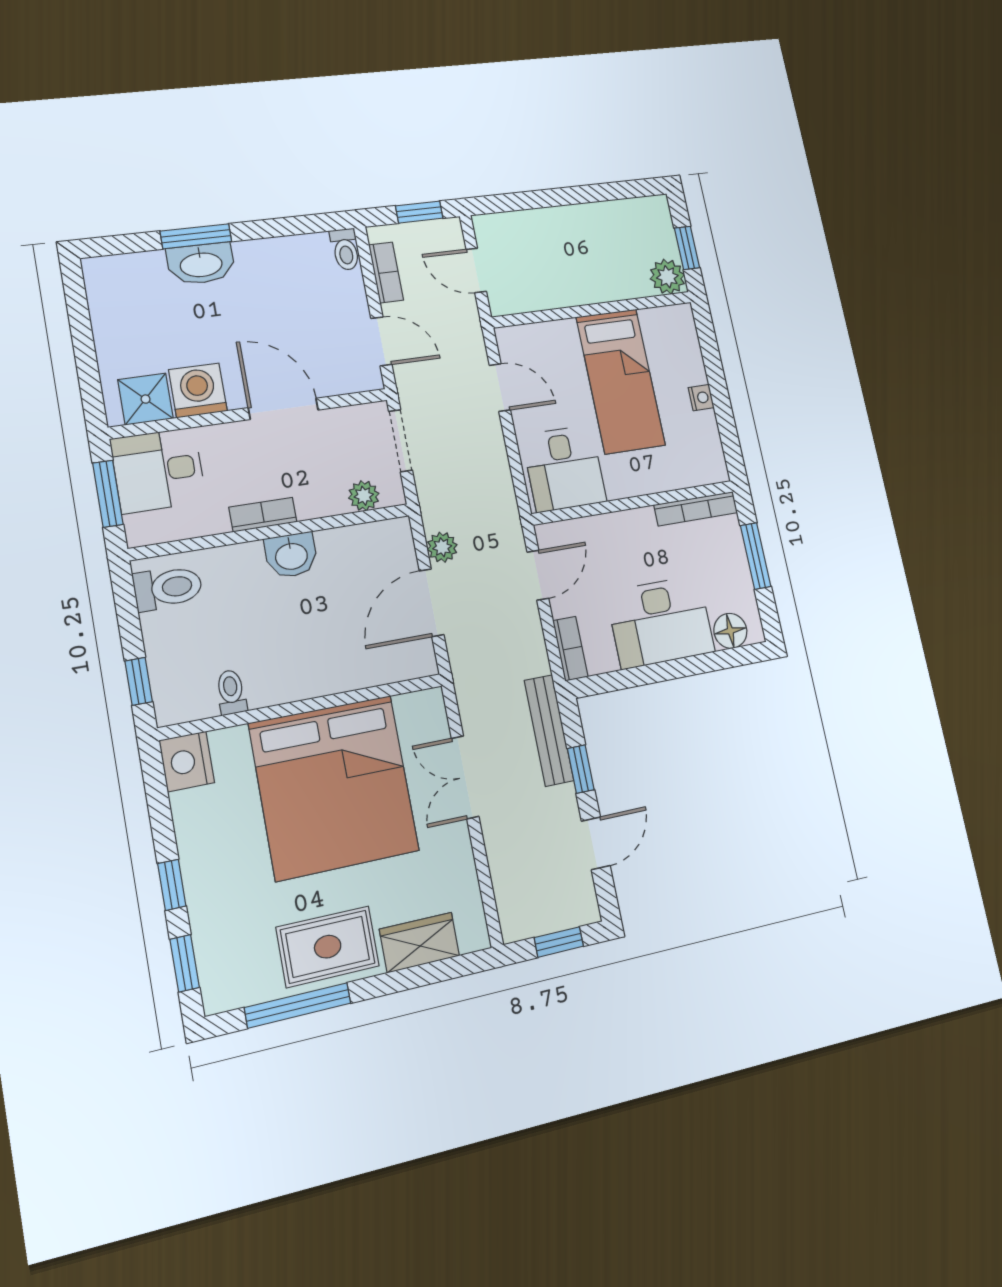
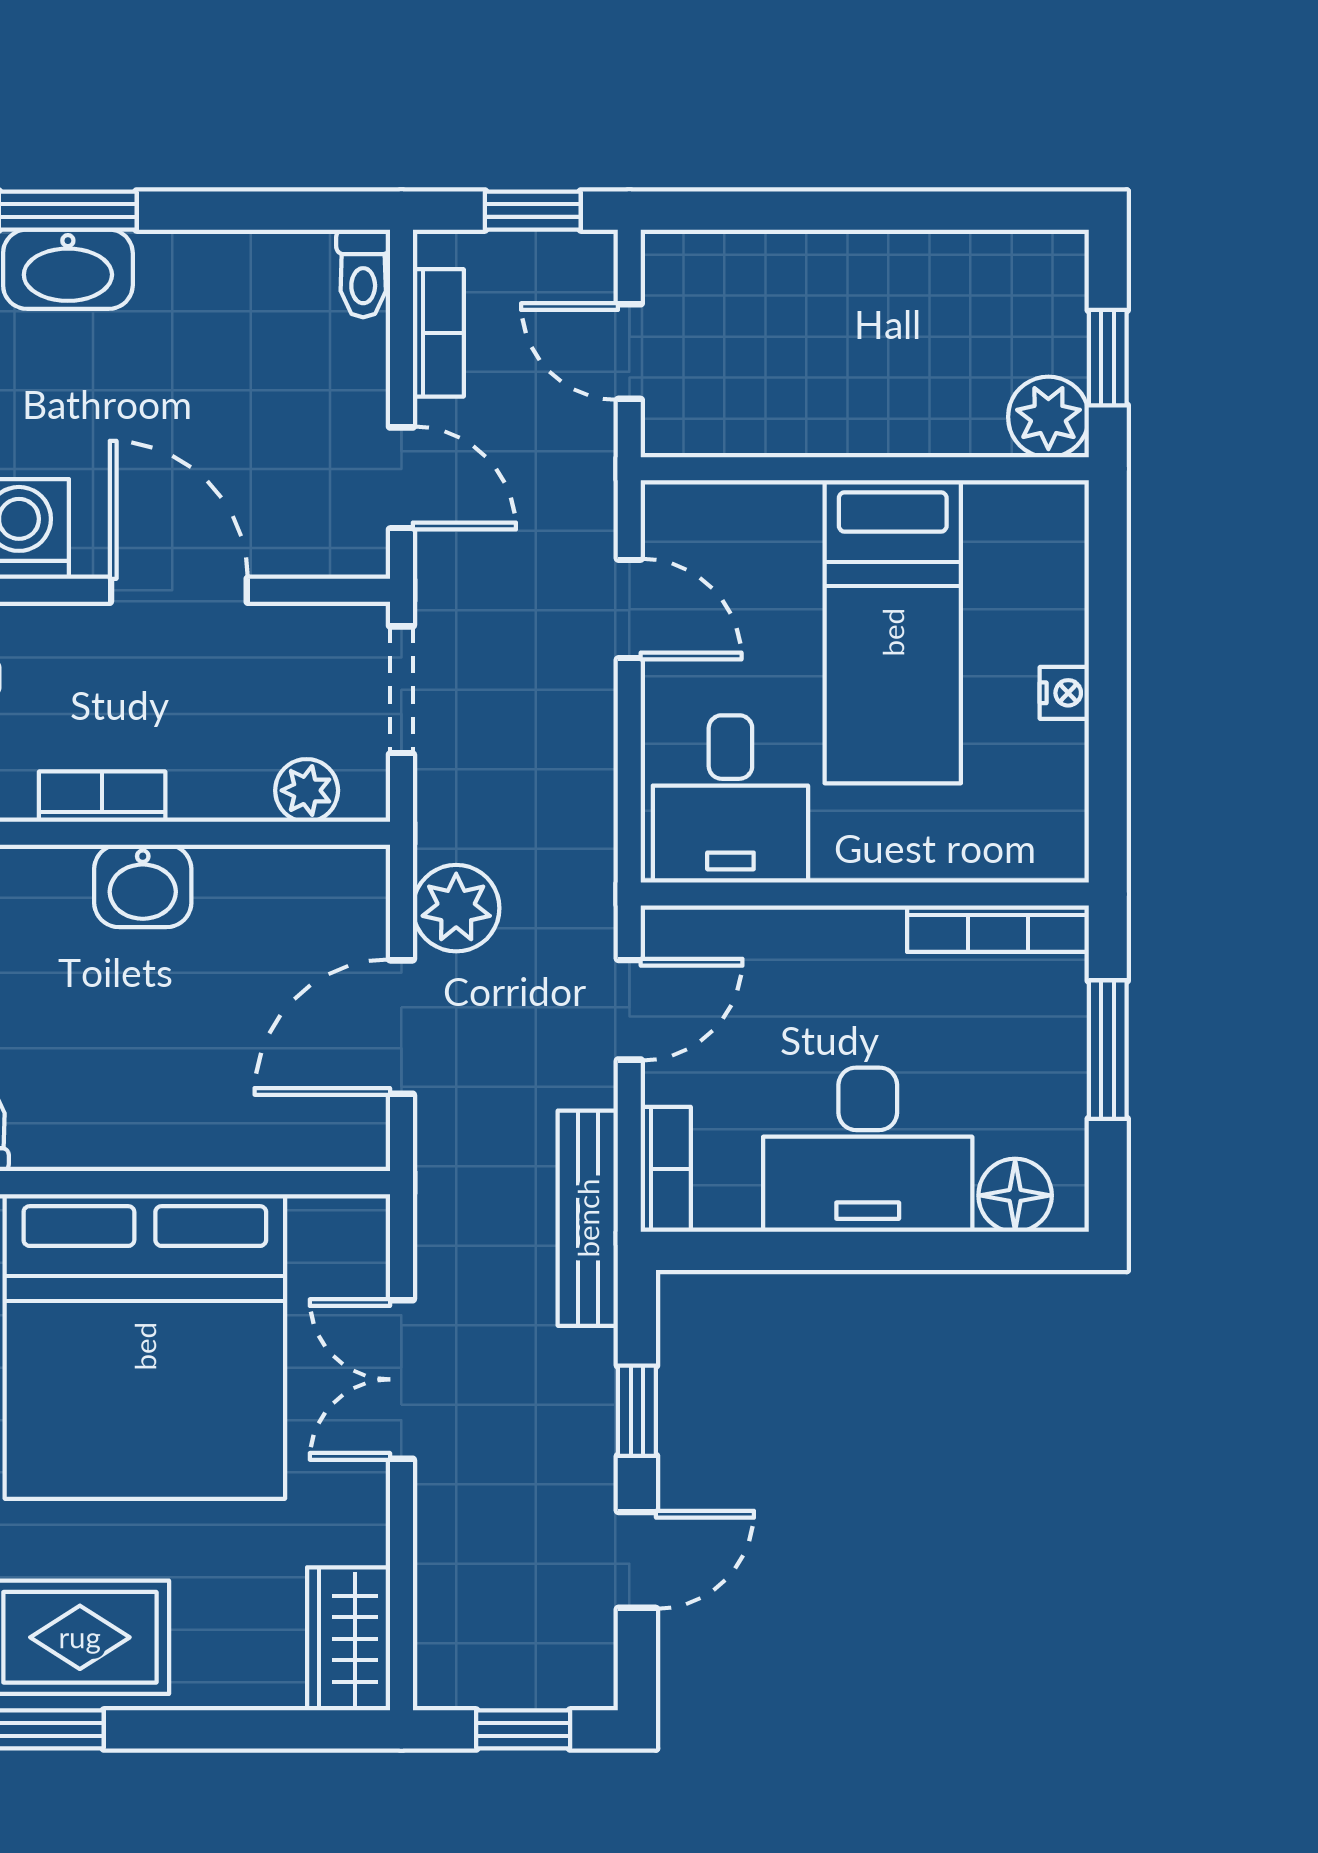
plant: (442, 547) -> (456, 908), width x1.38, depth x1.38
bench: (549, 730) -> (588, 1218), moved
wardrobe: (419, 943) -> (349, 1639), moved, turned -90

